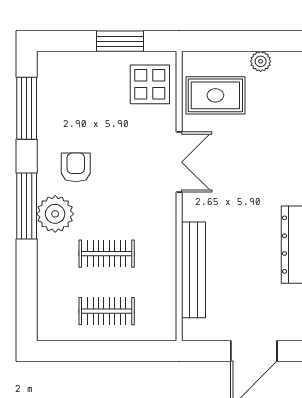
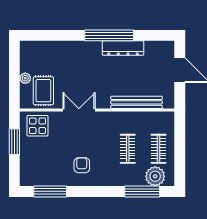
plant: (261, 61) -> (25, 78), moved
armchair: (76, 167) -> (82, 165), turned 90
window: (27, 206) -> (142, 191), moved
plant: (55, 214) -> (155, 176), moved

